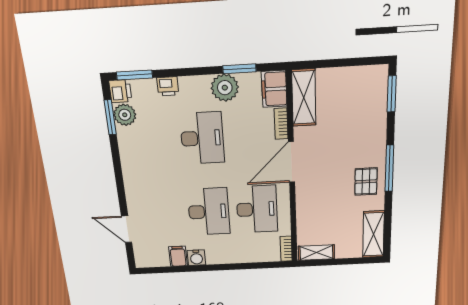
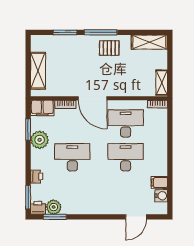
window: (392, 94) -> (65, 32), moved
shelving: (304, 98) -> (38, 71), moved, turned 90
water cooler: (196, 258) -> (161, 196), moved

